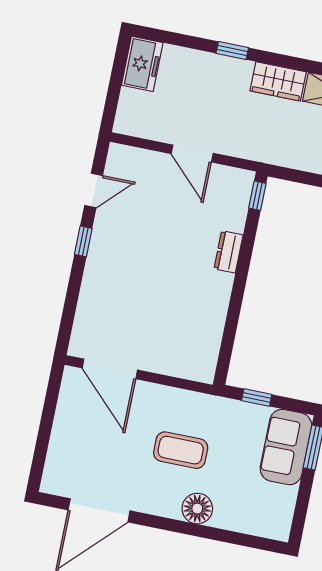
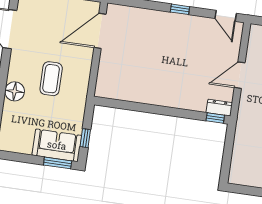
door: (94, 191) -> (226, 16), moved
dresser: (229, 252) -> (219, 108), moved
window: (257, 398) -> (85, 138), moved

